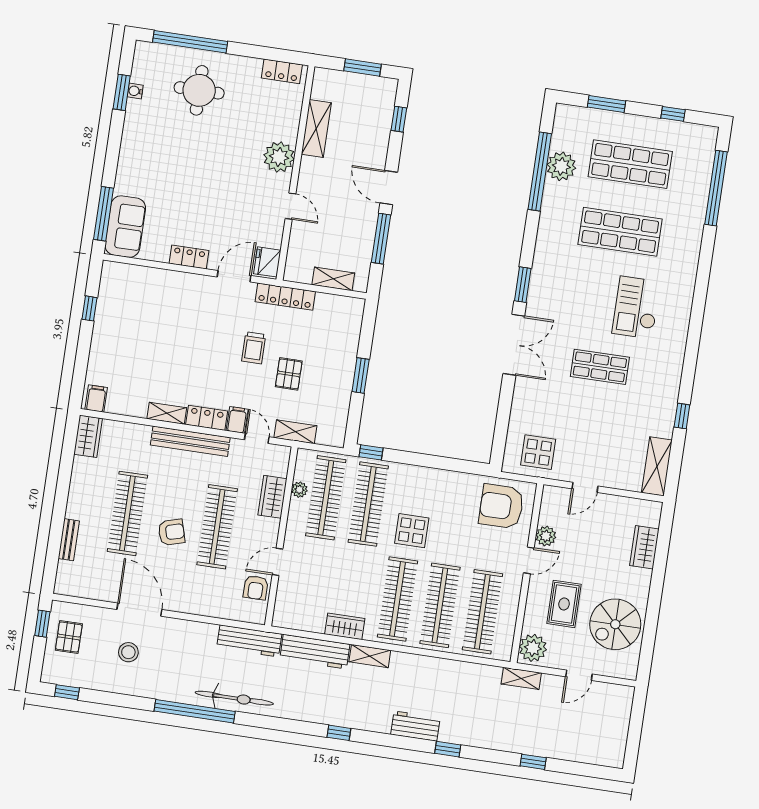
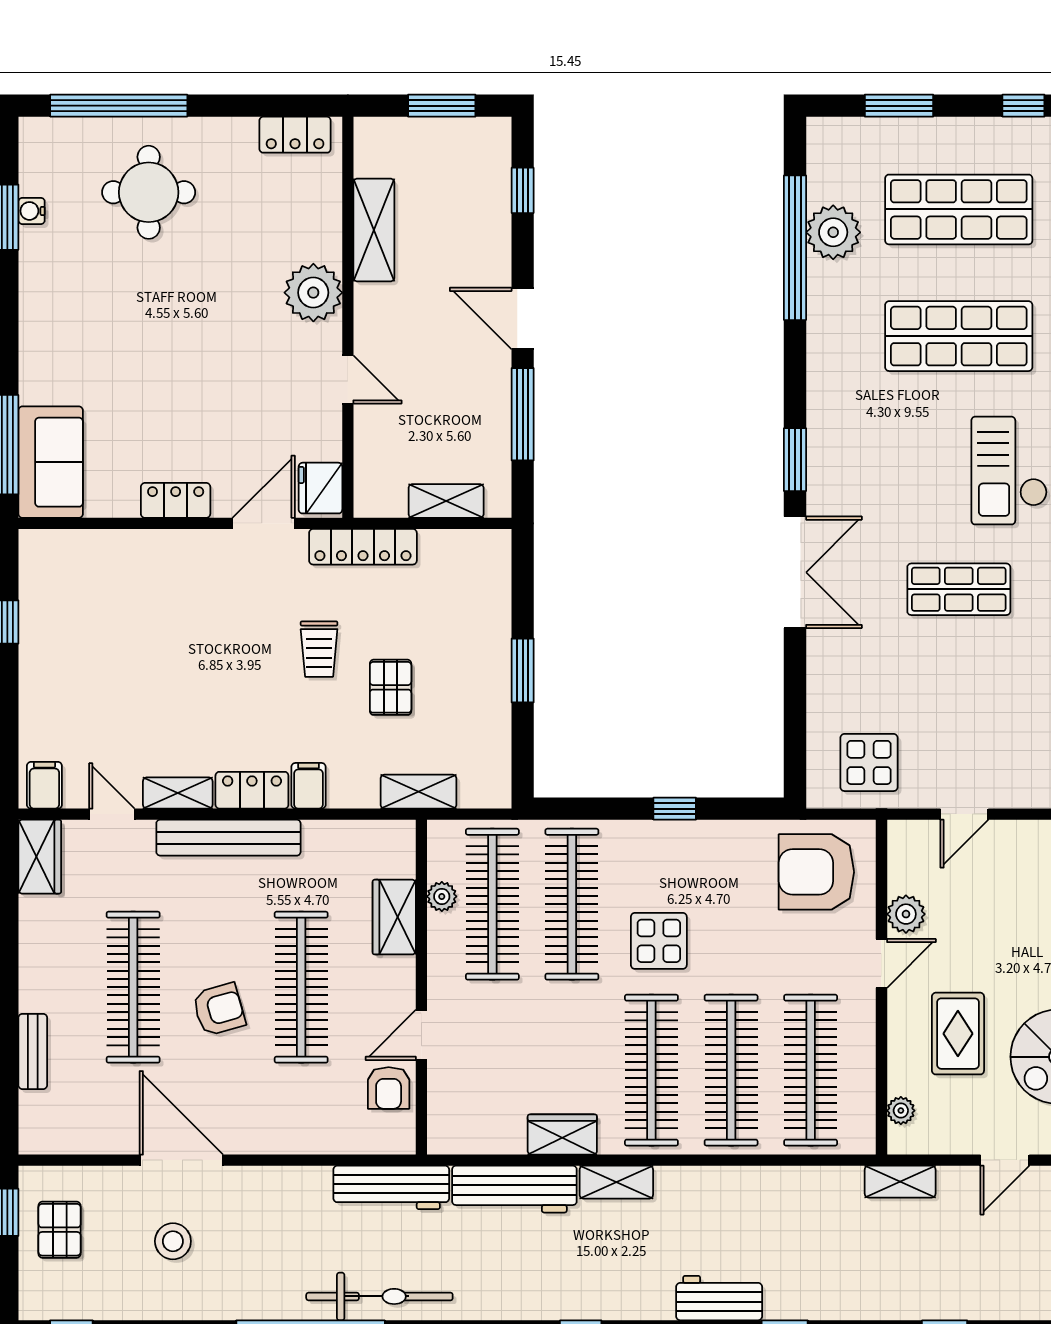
door: (257, 438) -> (112, 814), moved
window: (371, 452) -> (675, 809), moved
plant: (533, 648) -> (901, 1111), width x0.53, depth x0.53

